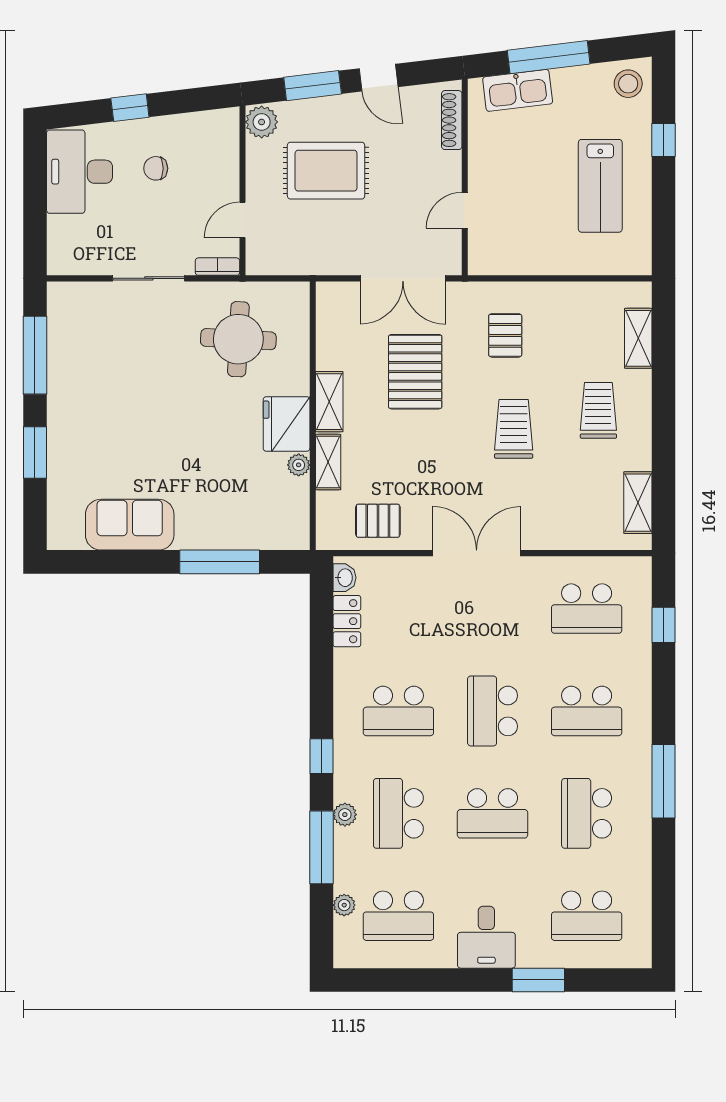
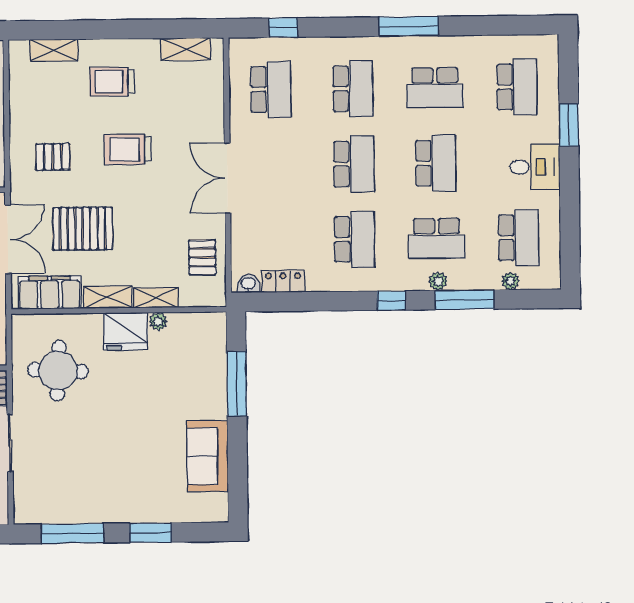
filing cabinet: (336, 330) -> (50, 292), added
school desk: (492, 711) -> (354, 164), turned -90

